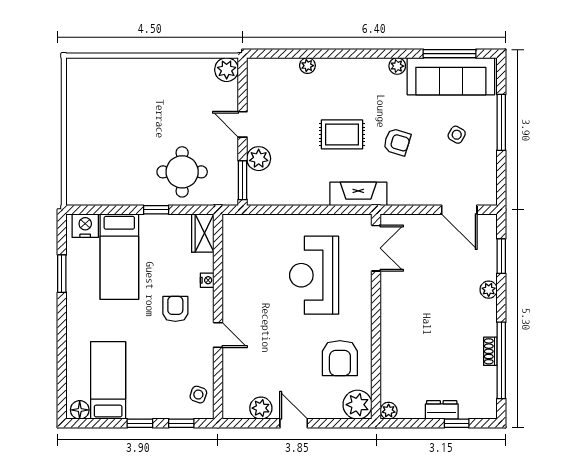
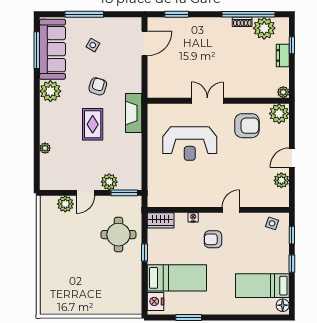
plant: (397, 66) -> (50, 91), width x1.88, depth x1.88
plant: (227, 70) -> (65, 204), moved
double door: (376, 248) -> (207, 101), moved
plant: (489, 290) -> (264, 28), moved, width x1.88, depth x1.88

